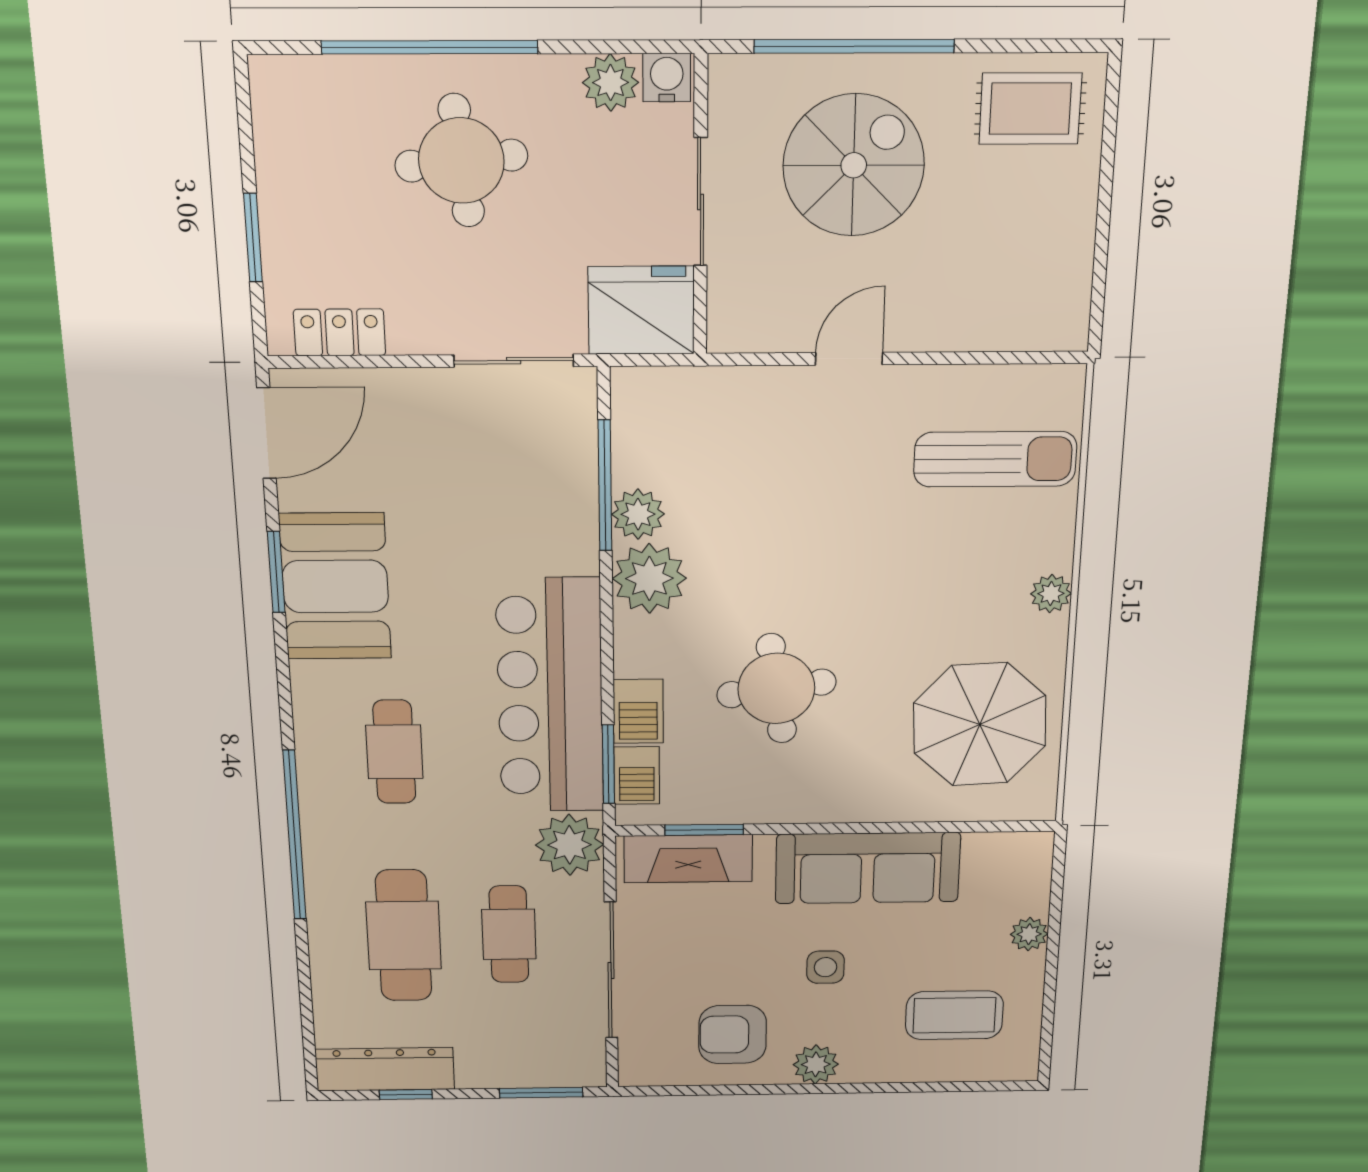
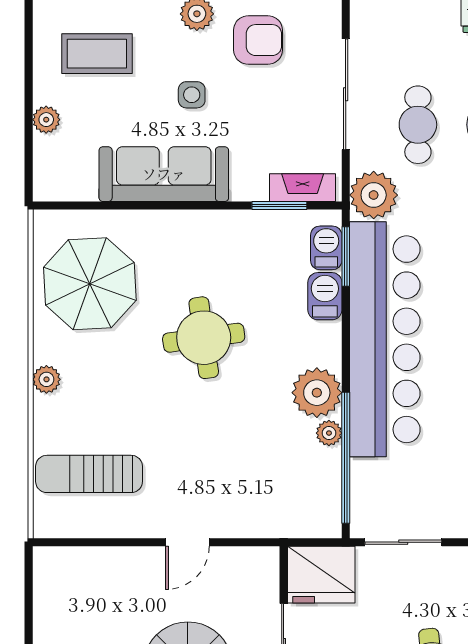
window: (605, 486) -> (346, 458), width x1.46
plant: (638, 514) -> (329, 433), width x0.73, depth x0.73
round table: (776, 688) -> (204, 338), moved
bar counter: (550, 696) -> (385, 339), width x1.36
fireplace: (688, 859) -> (303, 188), width x0.73, depth x0.76

